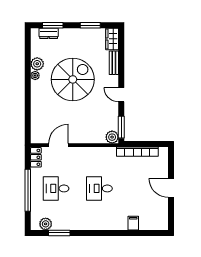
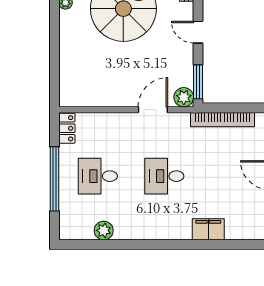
door: (58, 145) -> (153, 110), moved
filing cabinet: (133, 223) -> (208, 229), width x2.00
plant: (46, 224) -> (104, 230), moved
window: (59, 233) -> (103, 244), removed

